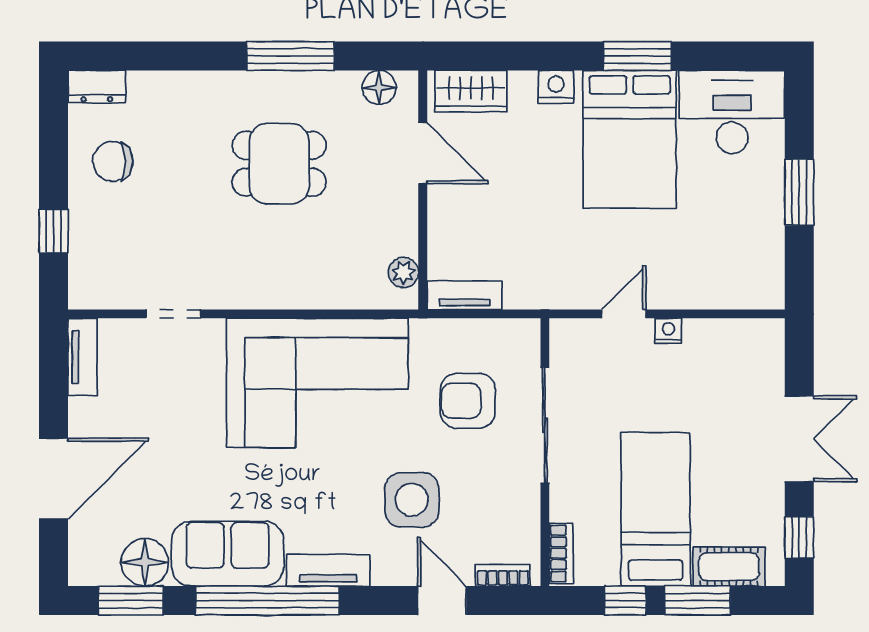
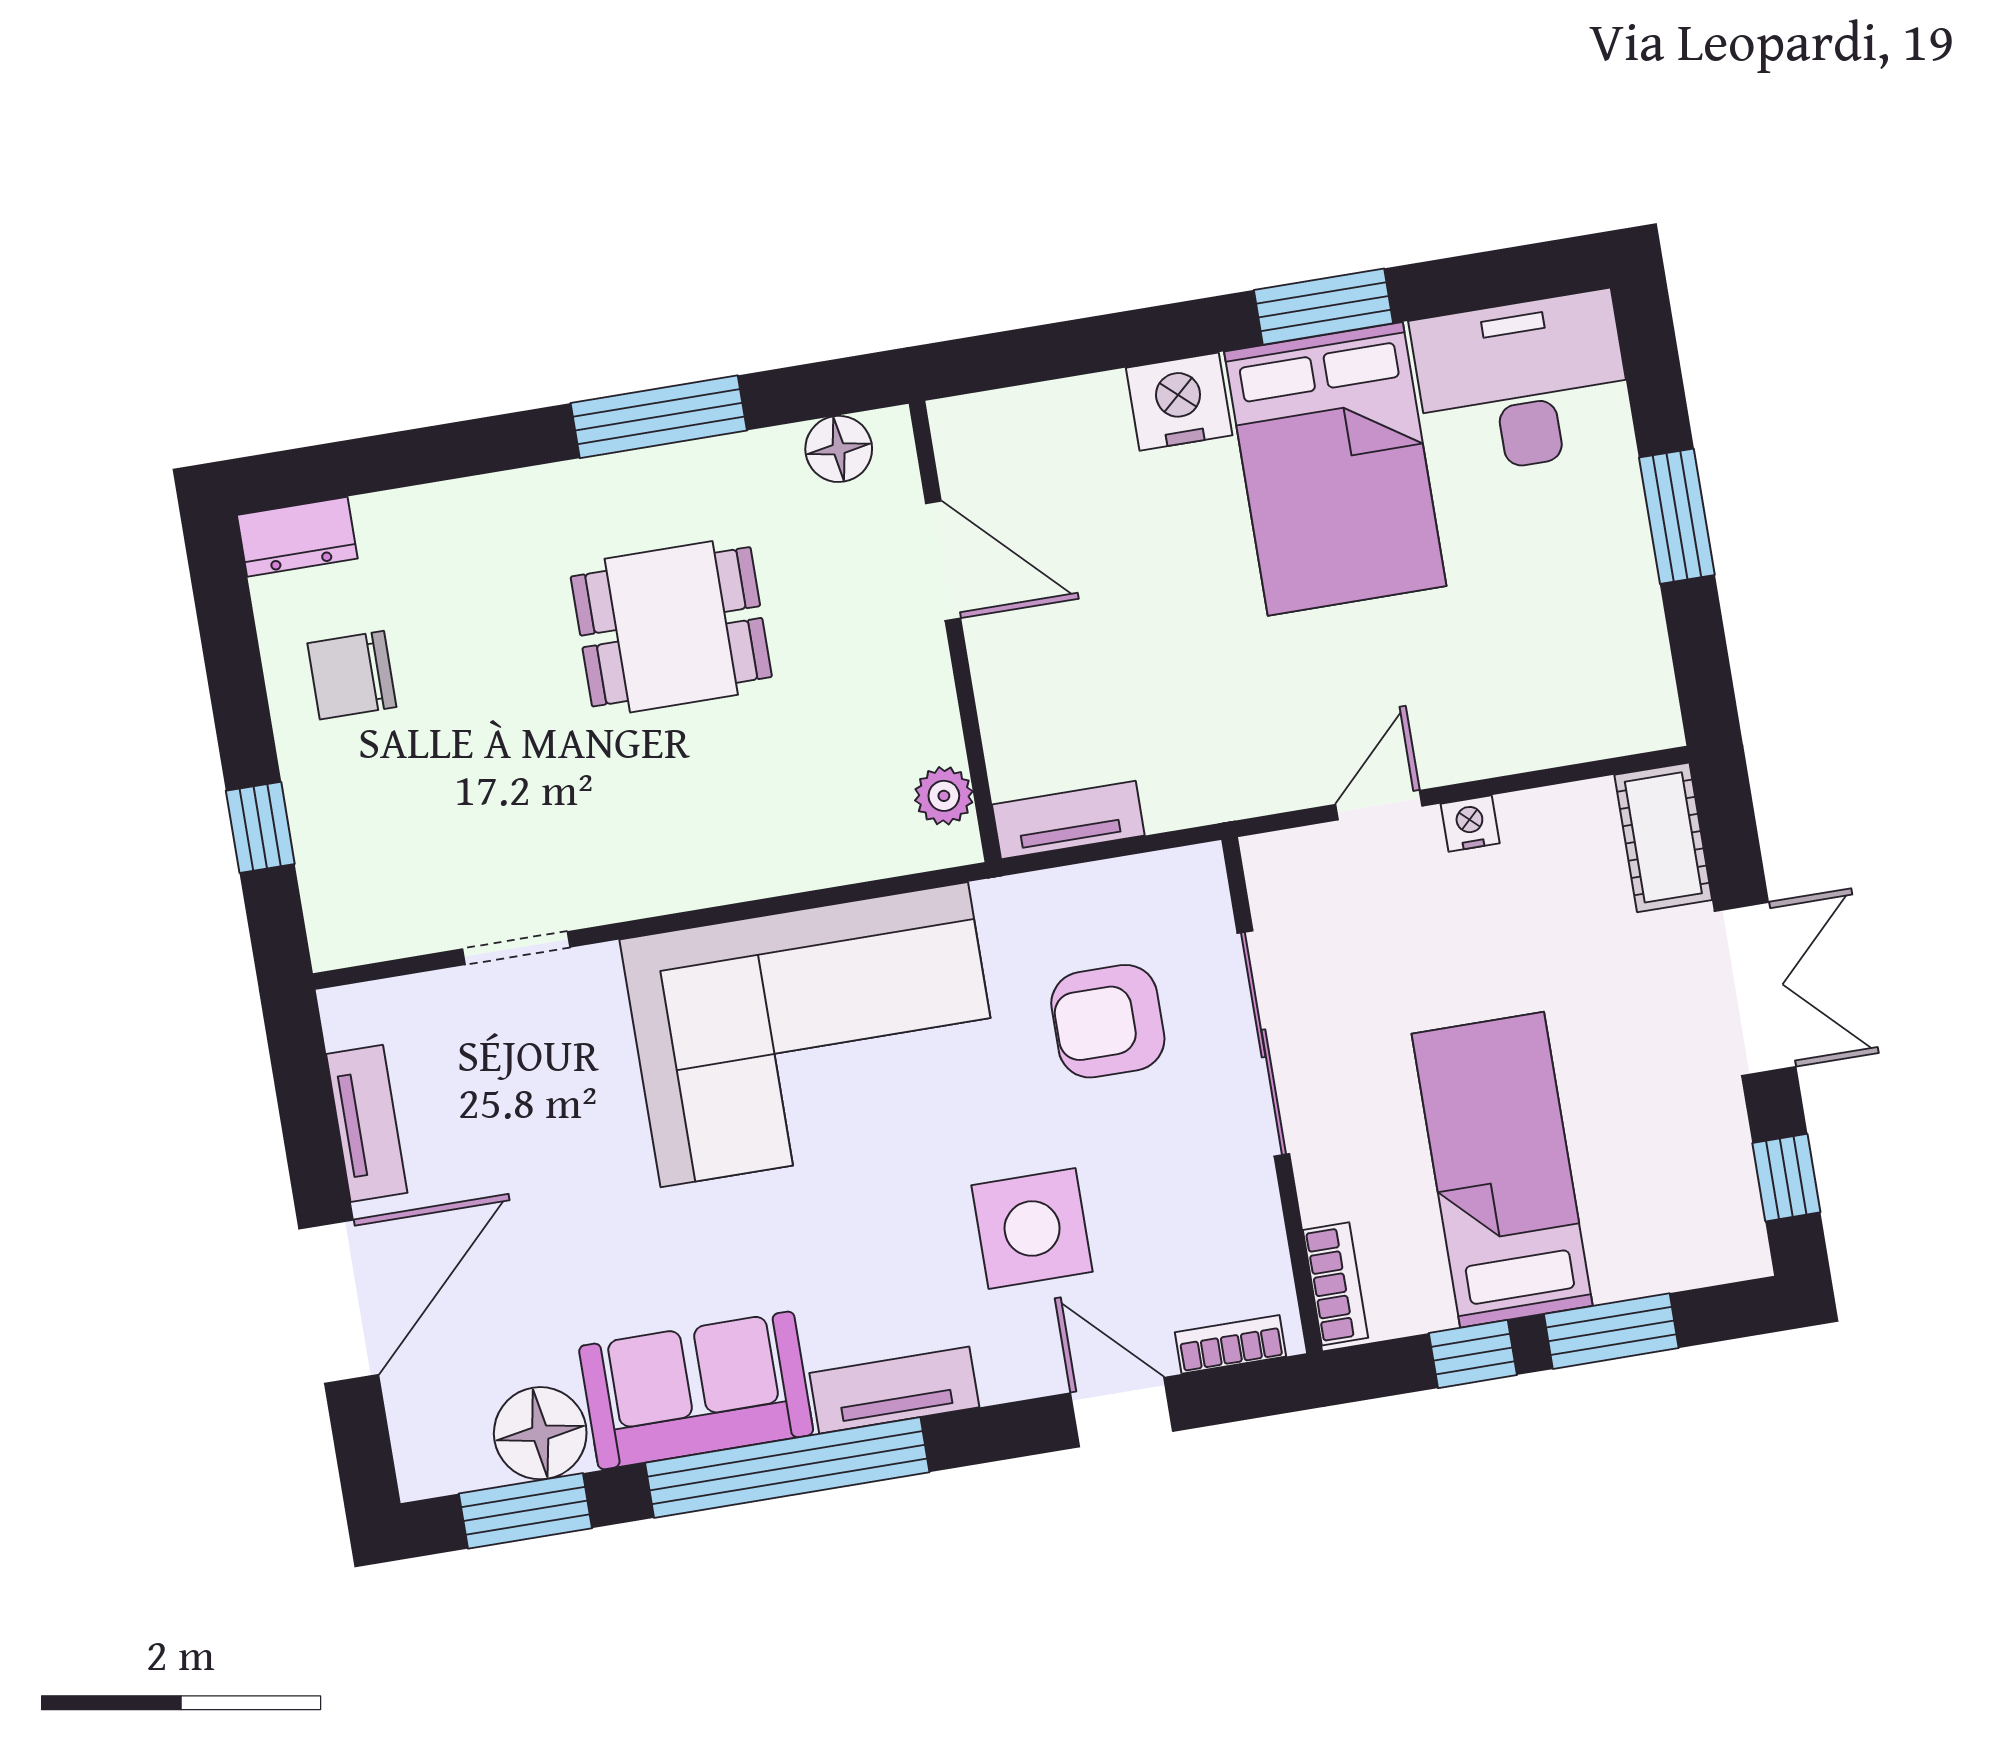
nightstand: (556, 87) -> (1179, 402), width x1.36, depth x1.33
wardrobe: (471, 91) -> (1016, 427), removed
tv unit: (83, 357) -> (367, 1123), moved
cot: (729, 567) -> (1663, 837), moved, turned 90

